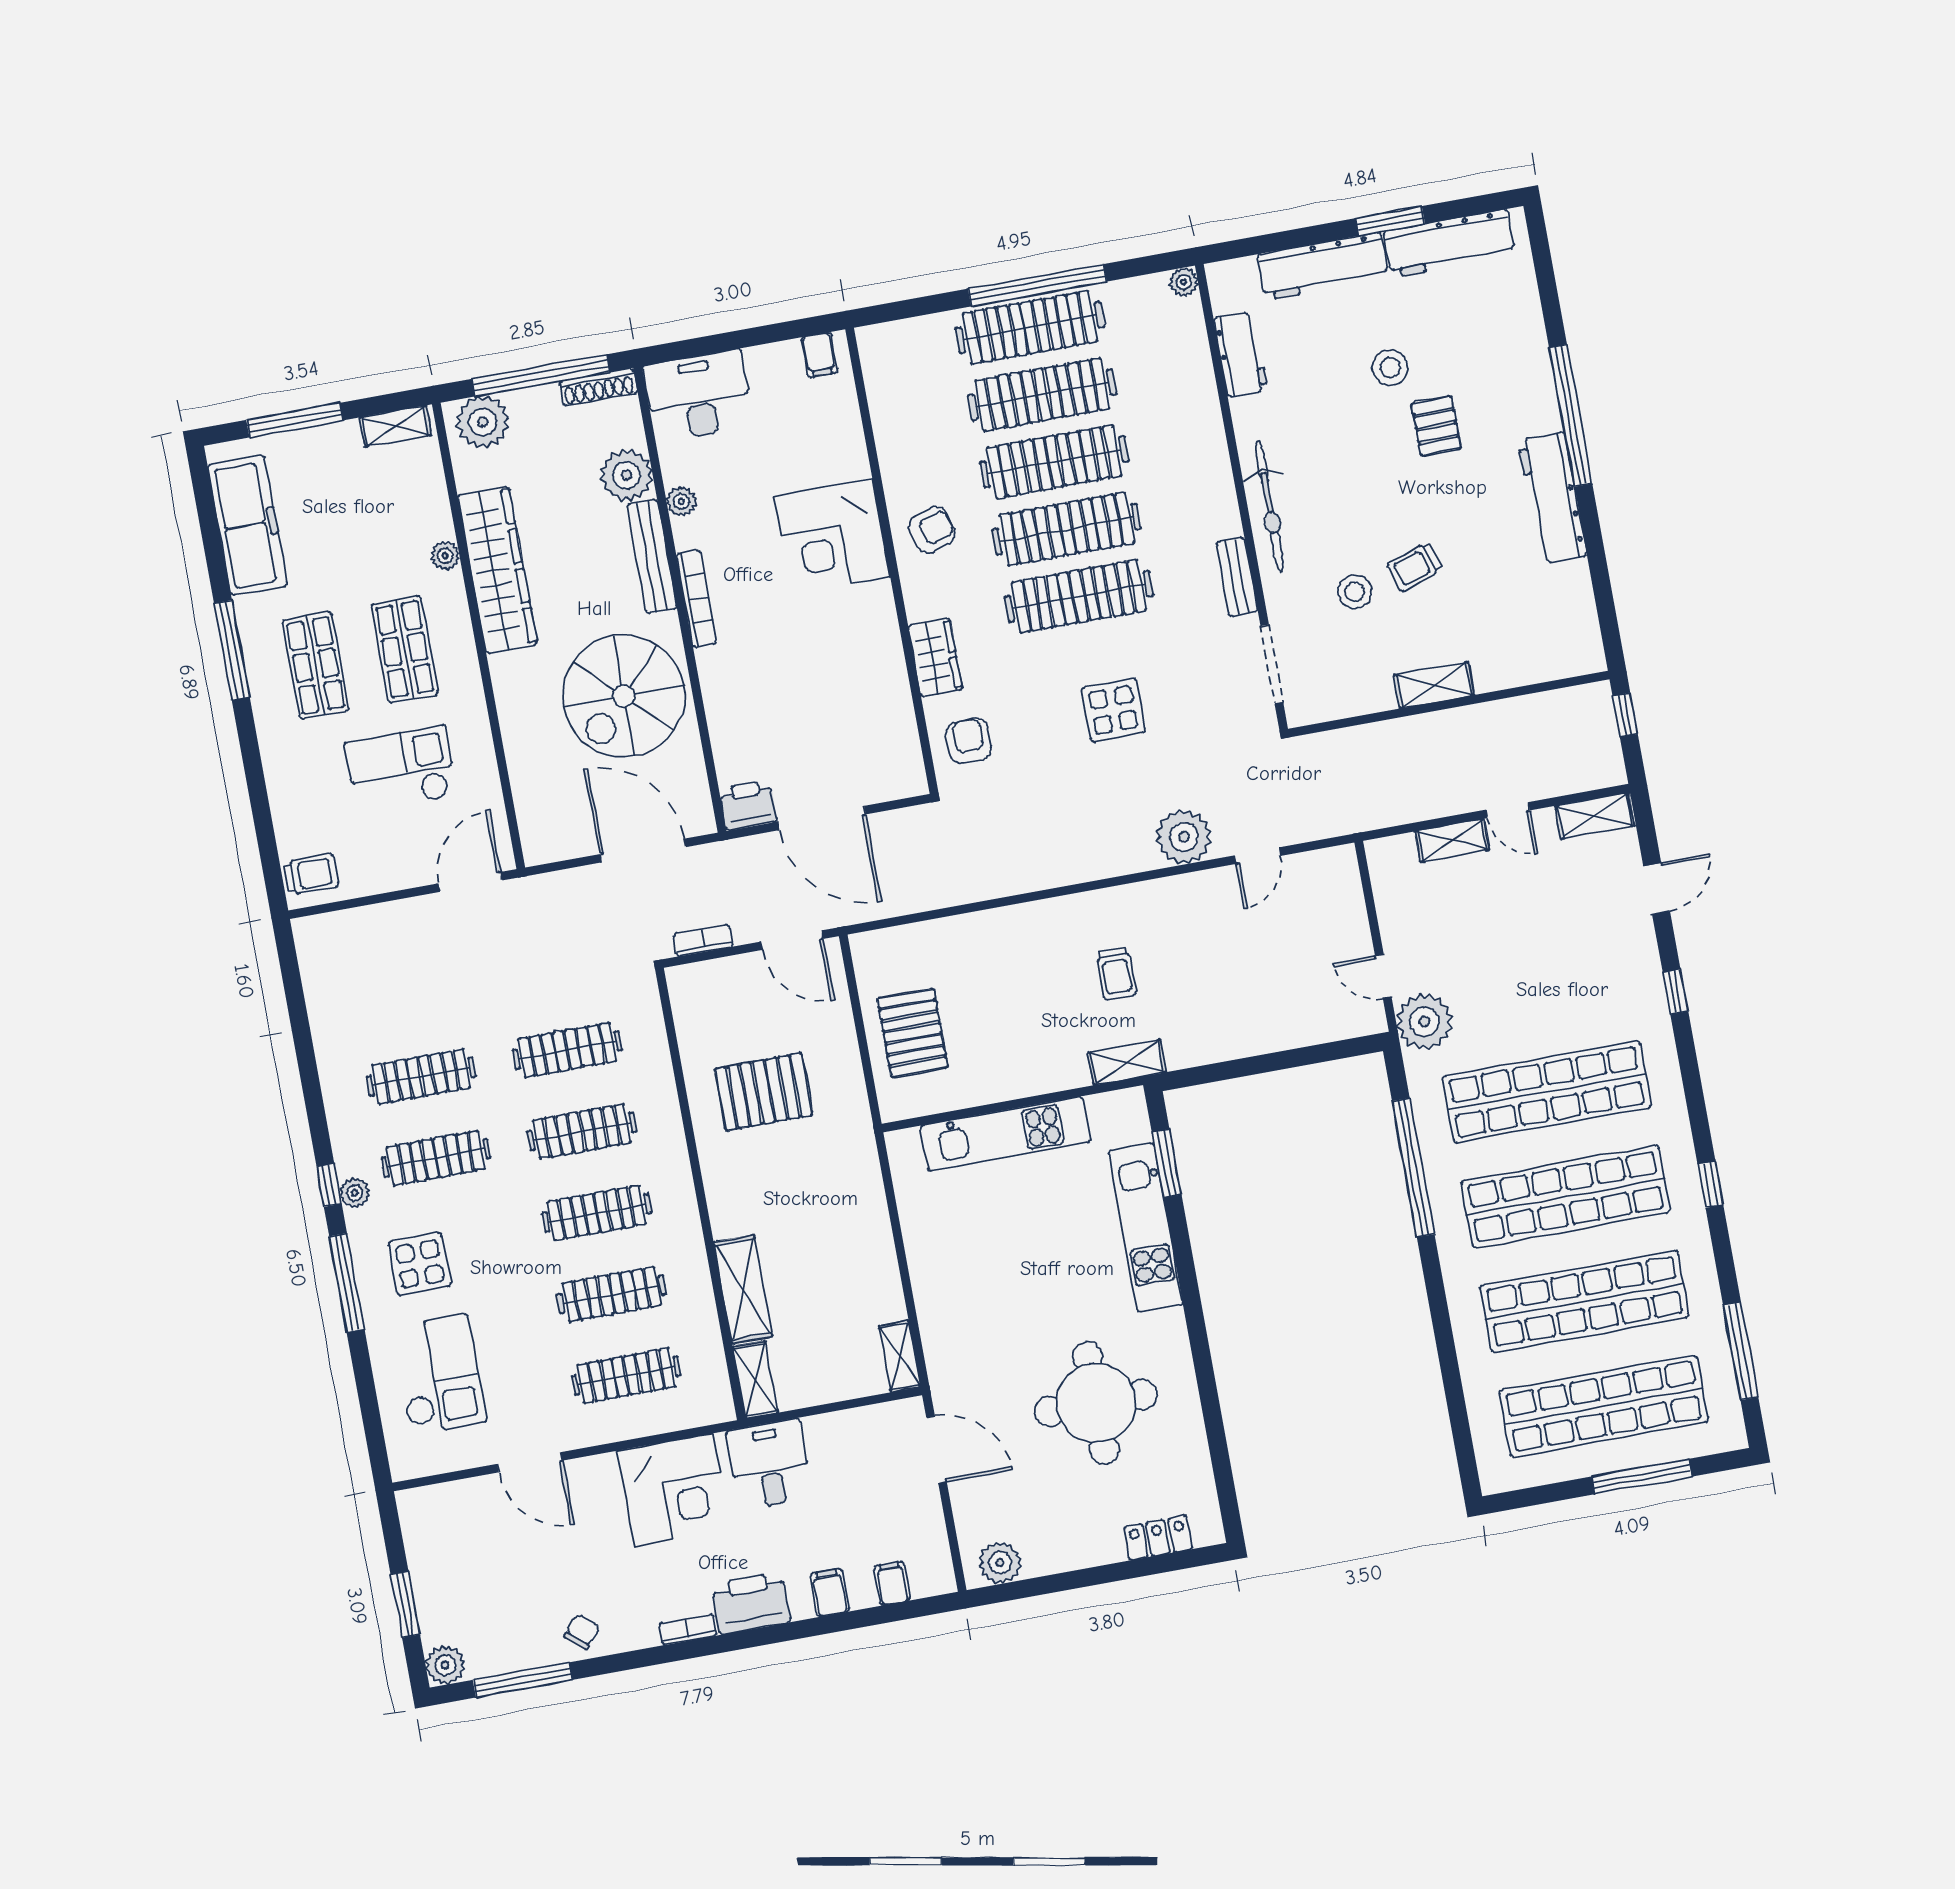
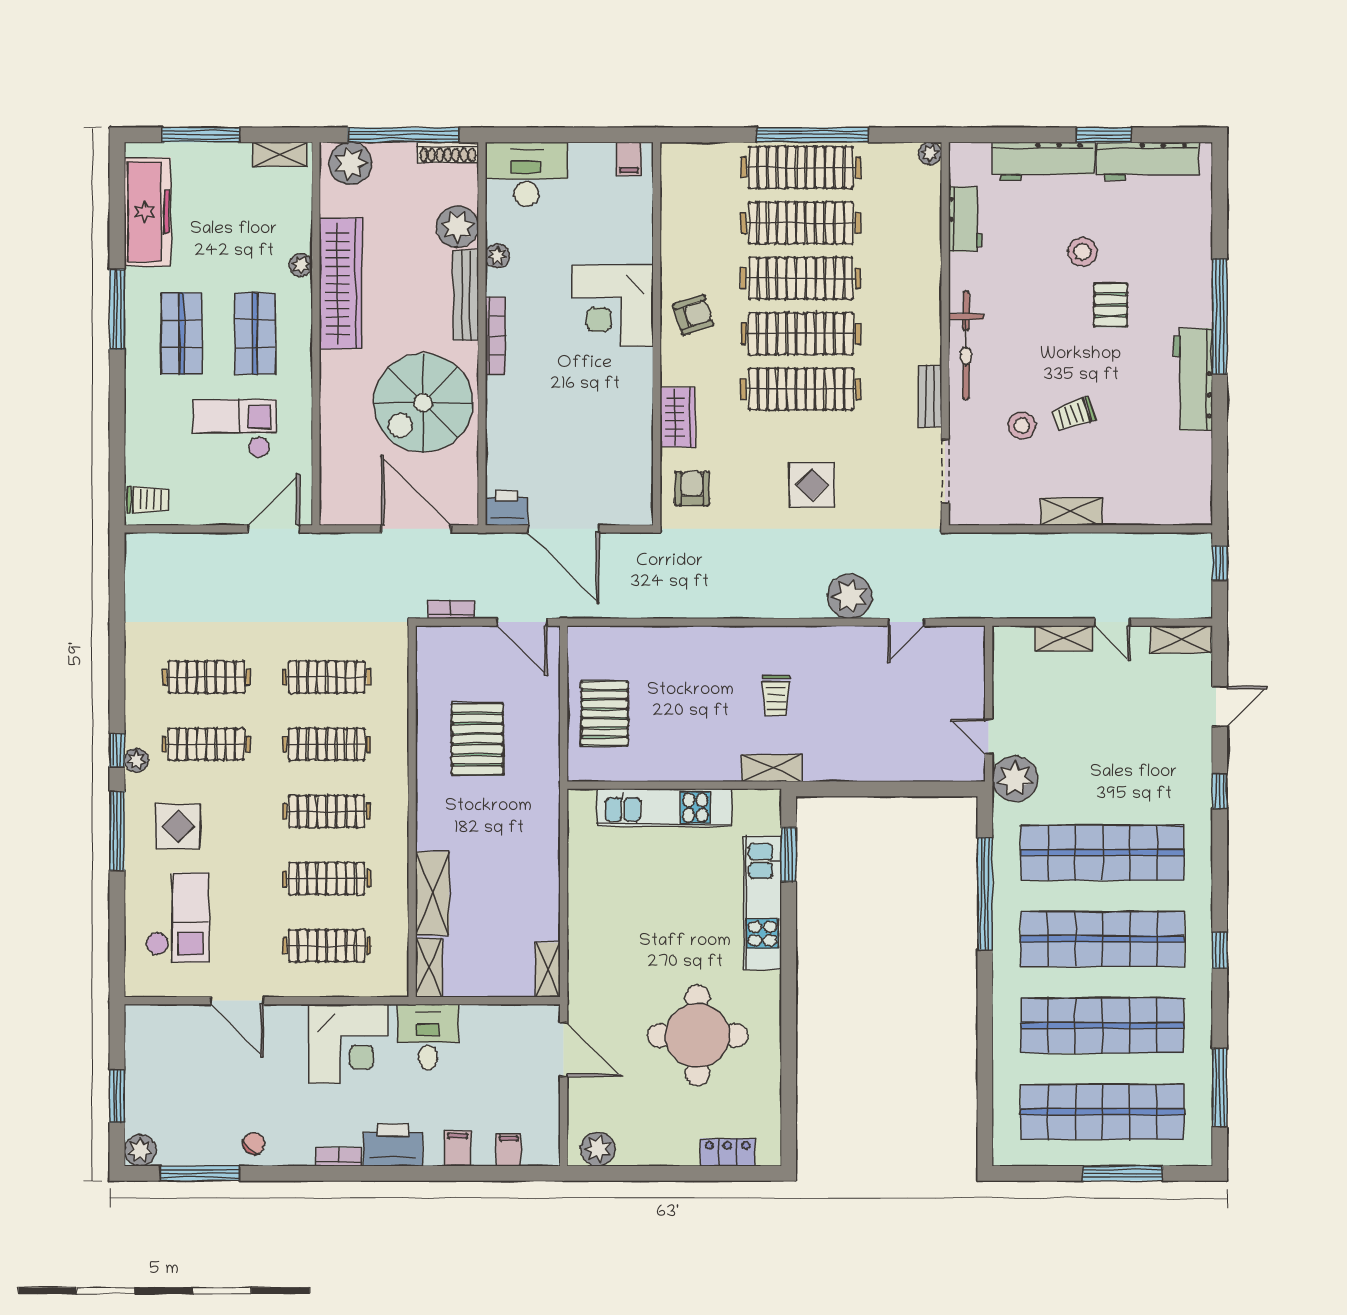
pallet: (764, 1092) -> (477, 739), turned 90

